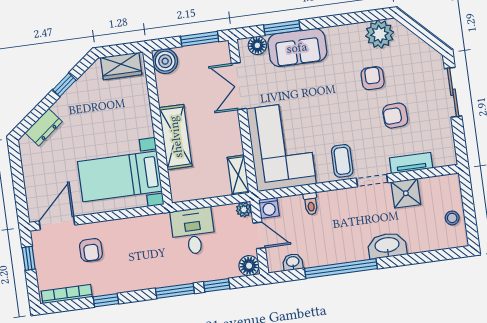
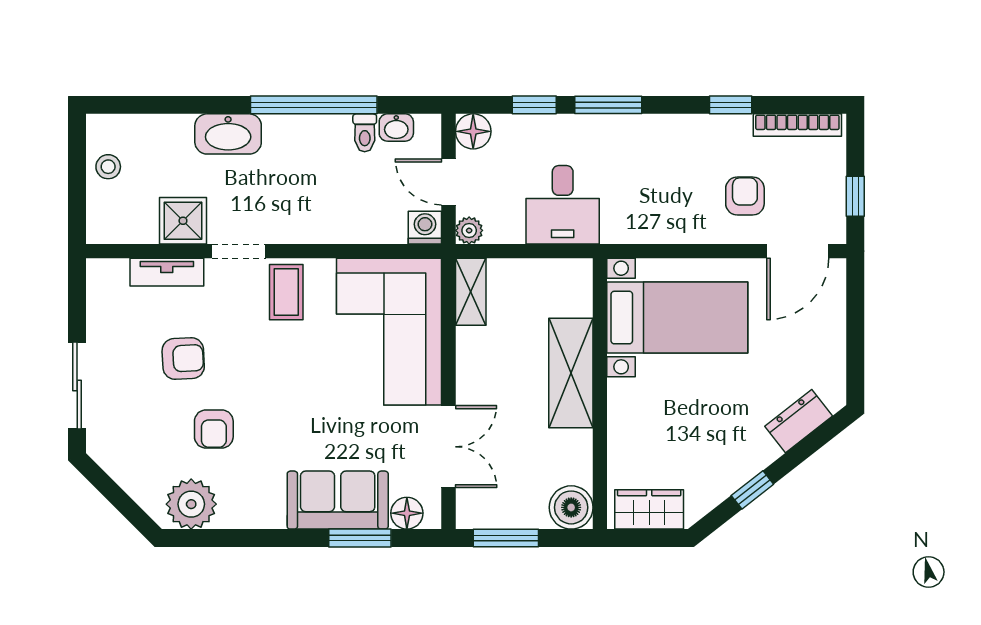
toilet: (311, 204) -> (365, 133), moved, turned 180

